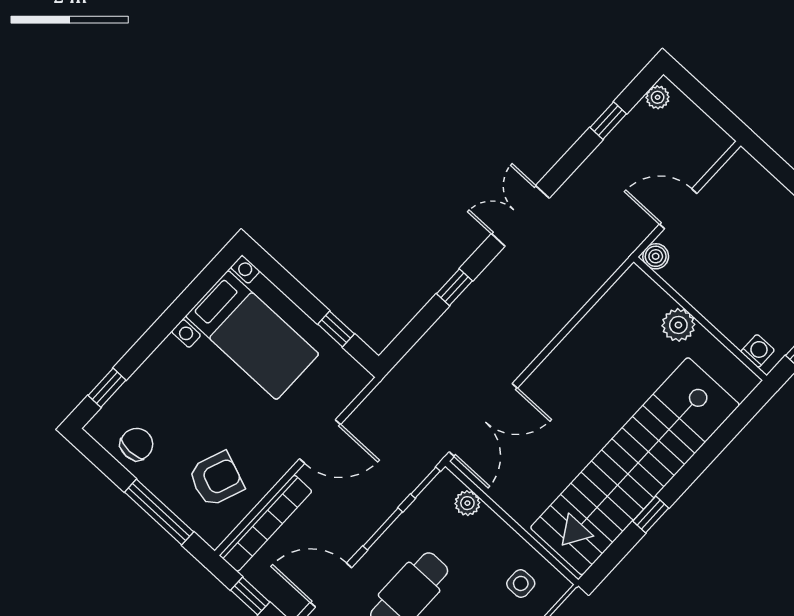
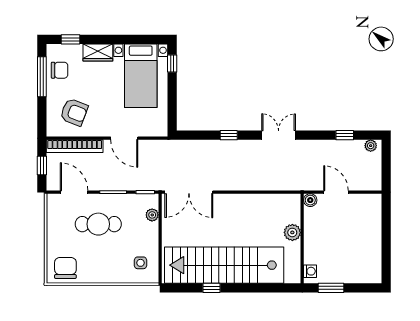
window: (336, 329) -> (172, 64), moved
wardrobe: (162, 366) -> (98, 52), added
window: (159, 512) -> (42, 77), moved

